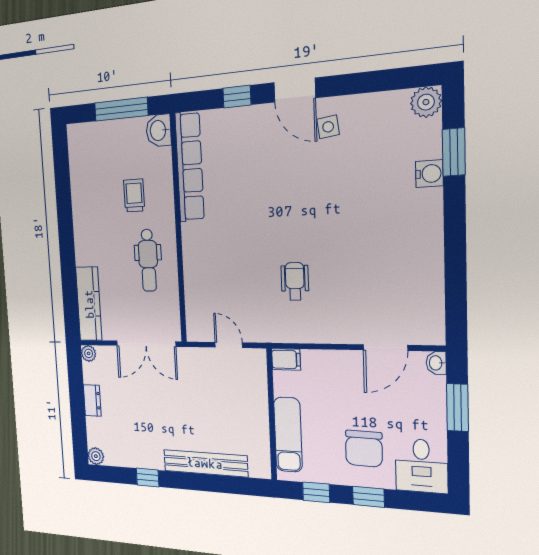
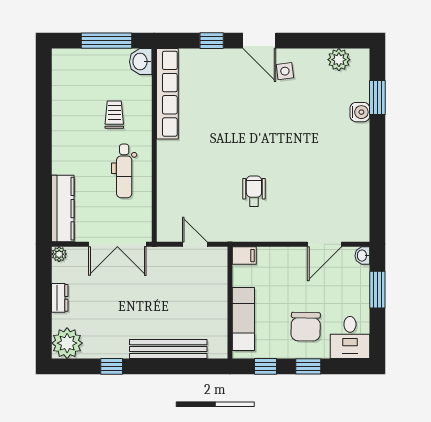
plant: (426, 102) -> (339, 60), moved
plant: (96, 456) -> (67, 343), width x1.87, depth x1.87

